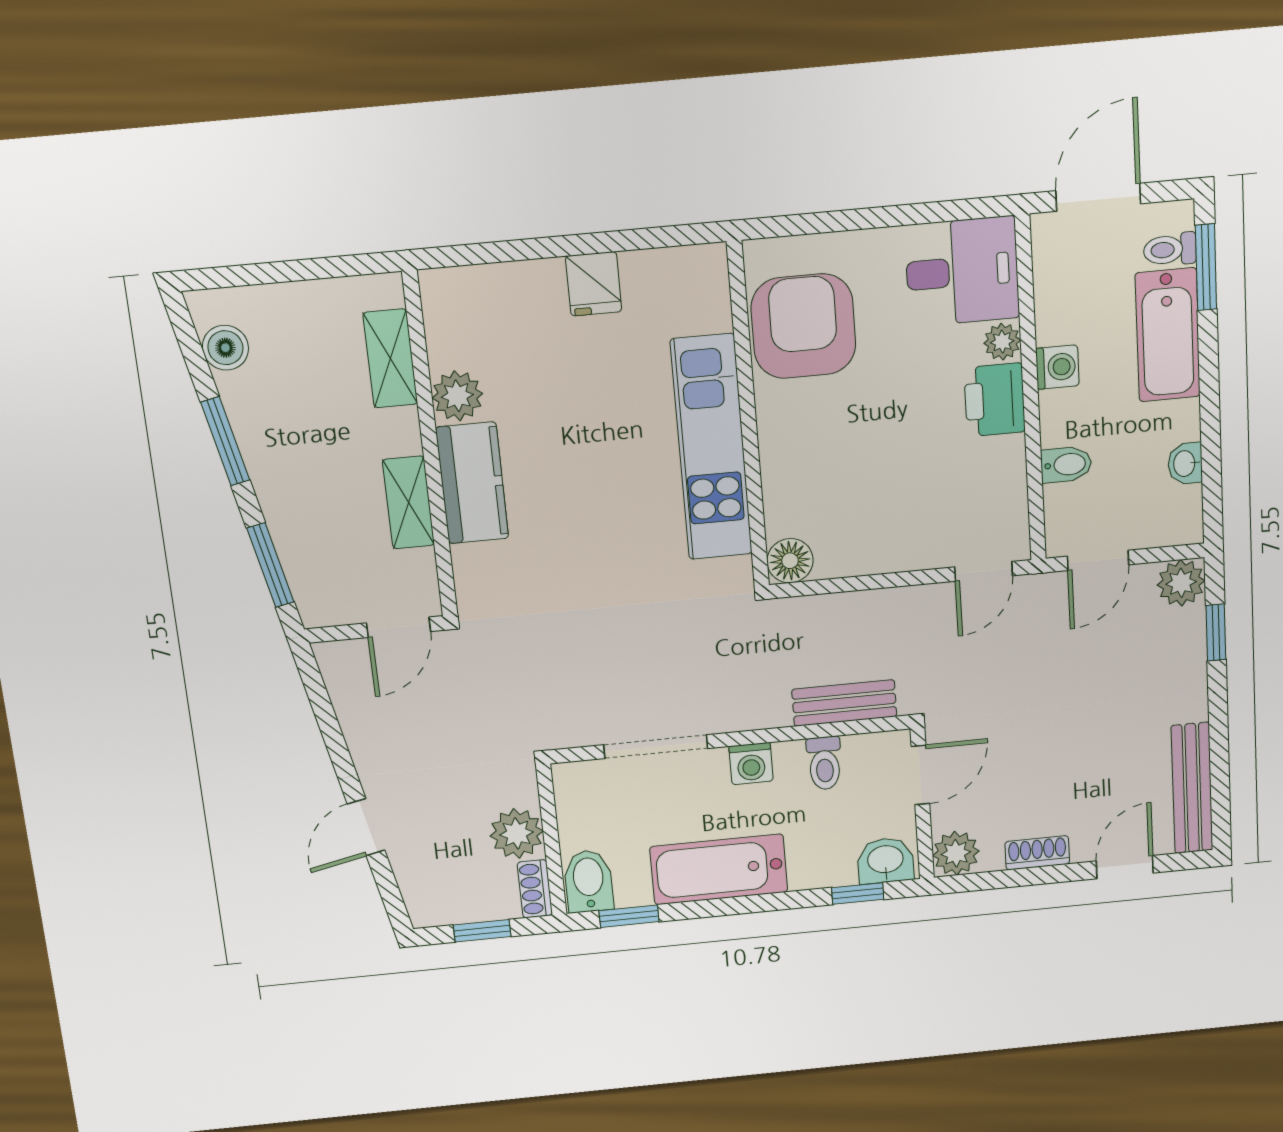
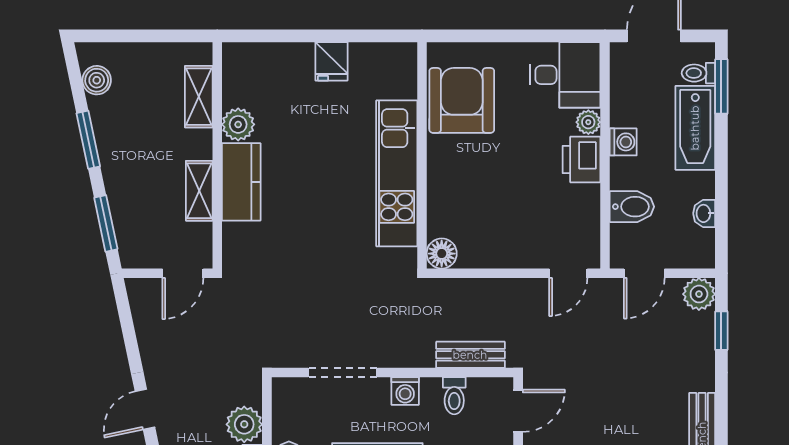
bidet: (1066, 465) -> (632, 207), width x1.38, depth x1.36

